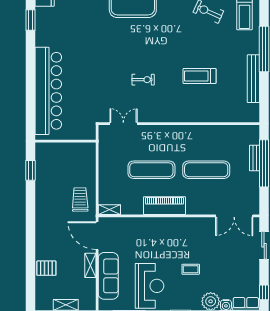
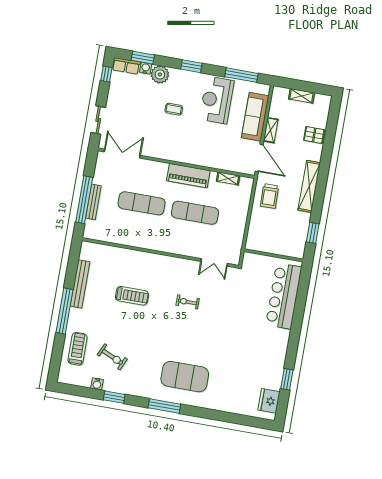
bar counter: (48, 91) -> (284, 296), width x0.73
bench: (254, 158) -> (93, 202), width x1.36
shelving: (109, 210) -> (228, 178), moved
shelving: (42, 216) -> (309, 186), added

